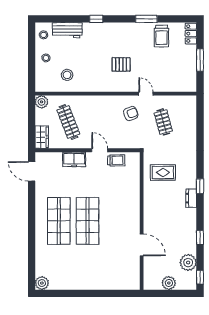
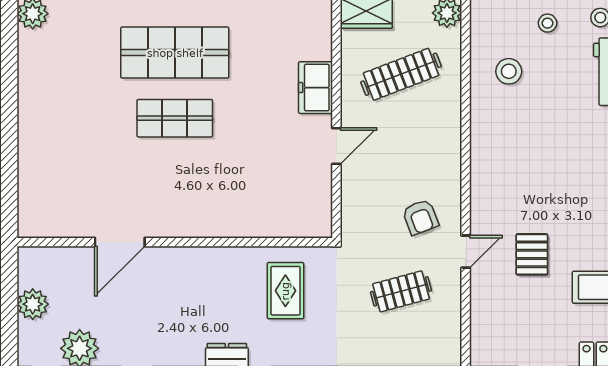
pallet: (121, 64) -> (532, 254), moved
trolley: (116, 160) -> (313, 184), removed
shop shelf: (88, 221) -> (175, 118), width x0.70, depth x0.74

